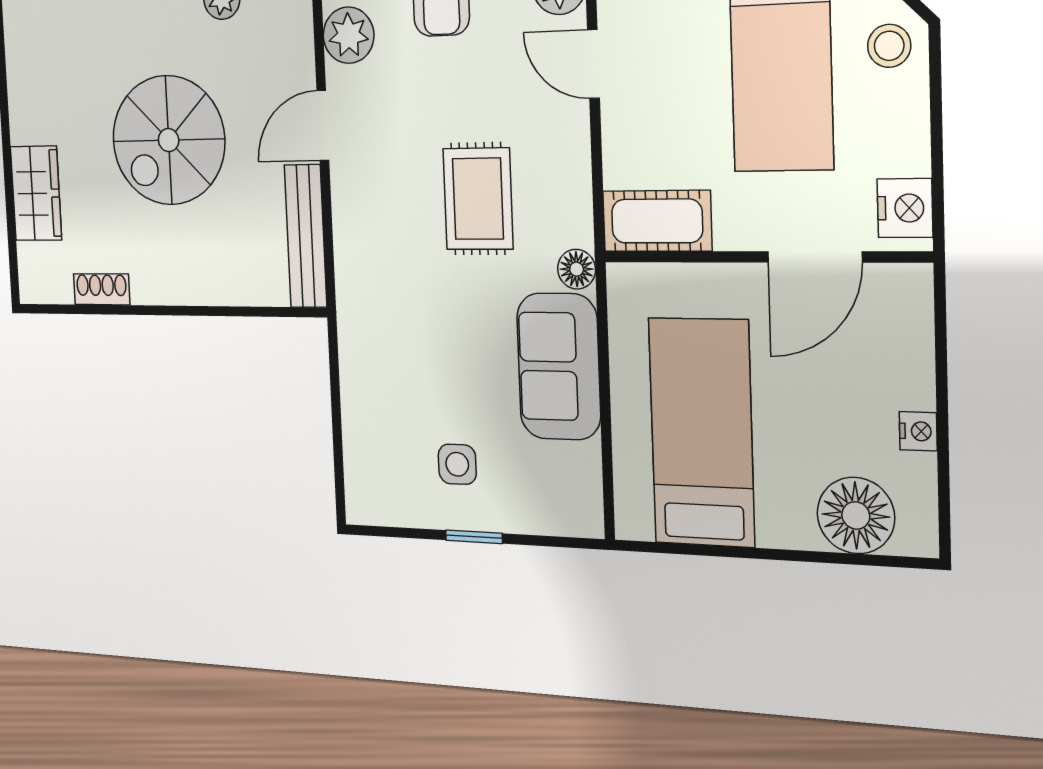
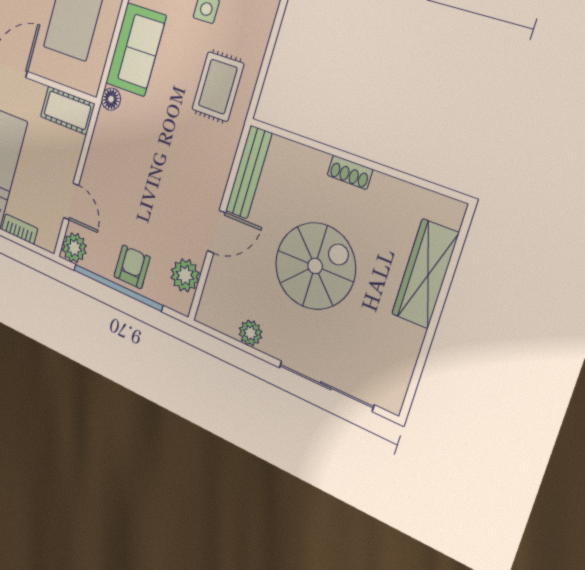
wardrobe: (36, 193) -> (425, 274), width x1.50
rug: (478, 199) -> (218, 87), moved
shoe rack: (102, 289) -> (350, 172), moved

